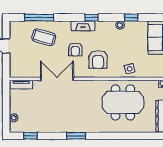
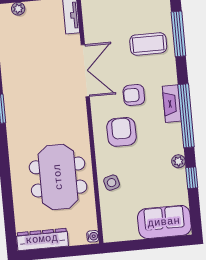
window: (92, 18) -> (186, 116), width x3.17
coffee table: (44, 37) -> (148, 44), turned 74
armchair: (98, 59) -> (121, 132), turned 90

